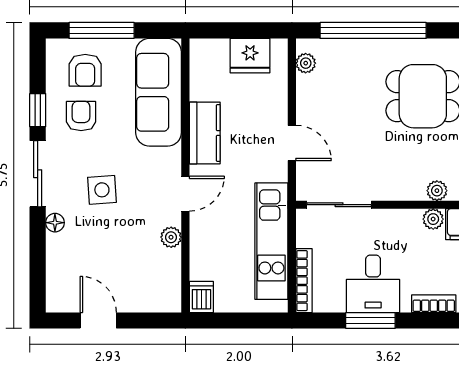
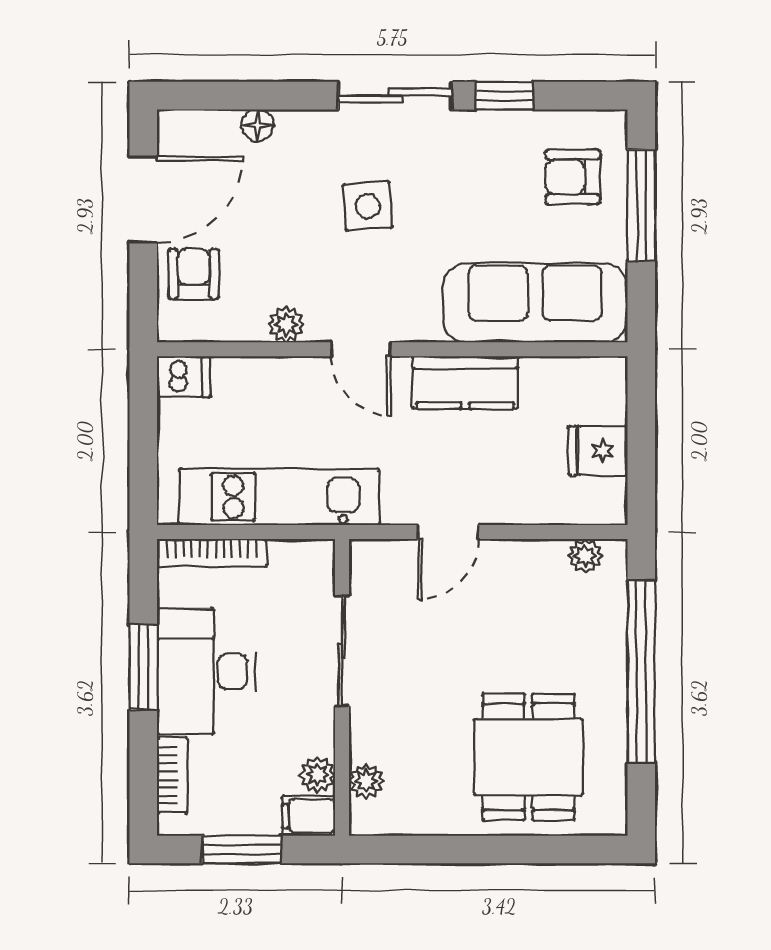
fridge: (250, 56) -> (598, 451), width x0.72
armchair: (81, 116) -> (194, 274), moved, turned -90
sliding door: (339, 205) -> (342, 651), moved
floor lamp: (55, 223) -> (258, 125), moved
desk: (373, 284) -> (206, 671), width x1.37
door: (98, 320) -> (143, 200), width x1.38

